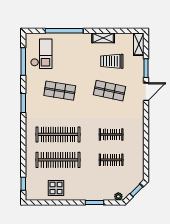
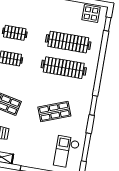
shop shelf: (60, 91) -> (54, 112), turned -30
display table: (56, 188) -> (91, 14), moved

